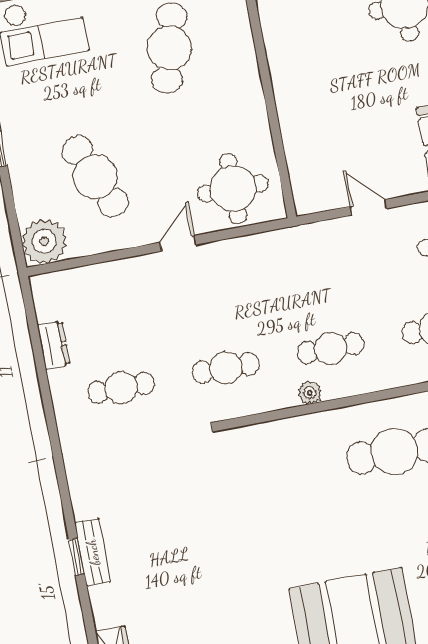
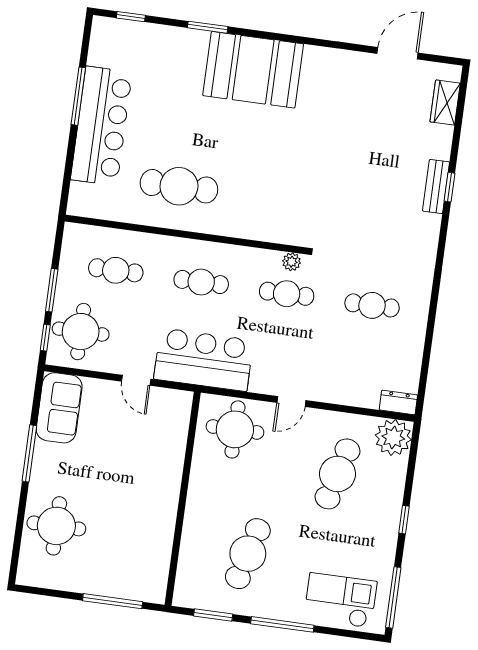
cafe table: (95, 177) -> (338, 474), turned 39
bar counter: (297, 258) -> (204, 360), added
dresser: (54, 345) -> (398, 402), moved, turned 90
plant: (310, 393) -> (292, 262), moved

